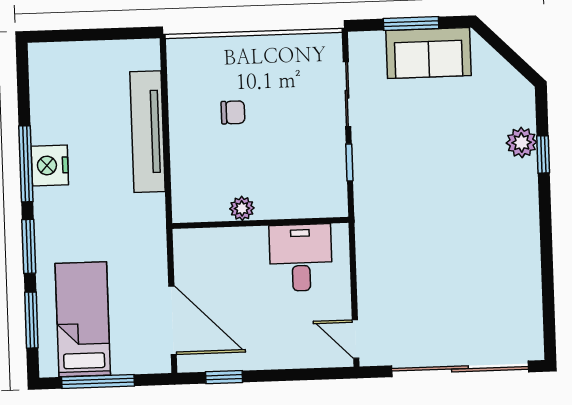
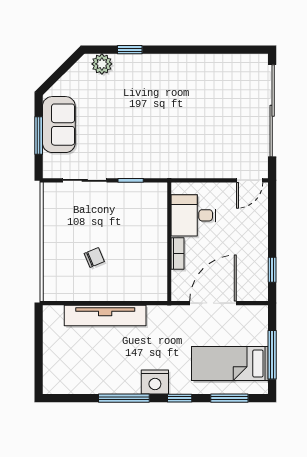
chair: (233, 112) -> (94, 257), turned 67
plant: (522, 142) -> (102, 64), moved
nightstand: (50, 165) -> (155, 382), moved
plant: (242, 208) -> (159, 254), removed
bookcase: (243, 236) -> (178, 254), added
window: (29, 246) -> (180, 398), width x0.67
door: (173, 320) -> (213, 303), moved

